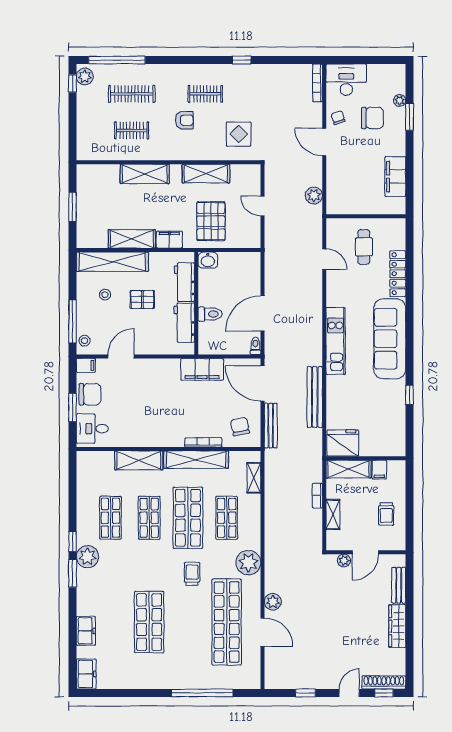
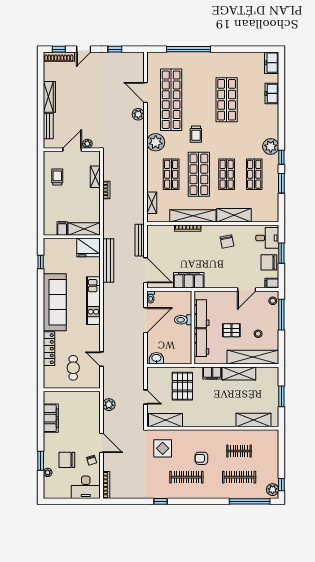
clothes rail: (205, 94) -> (186, 477), width x1.36
shelving: (145, 174) -> (254, 420), moved
shelving: (206, 174) -> (166, 420), moved
washbasin: (208, 260) -> (156, 358), moved
chair: (240, 426) -> (227, 242), moved
fridge: (343, 443) -> (88, 247), moved
wall: (366, 458) -> (72, 237), moved
shelving: (348, 469) -> (84, 229), moved
filing cabinet: (379, 470) -> (62, 229), moved
window: (73, 573) -> (281, 183), moved

